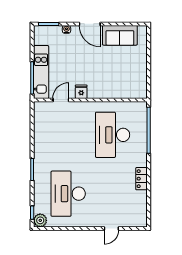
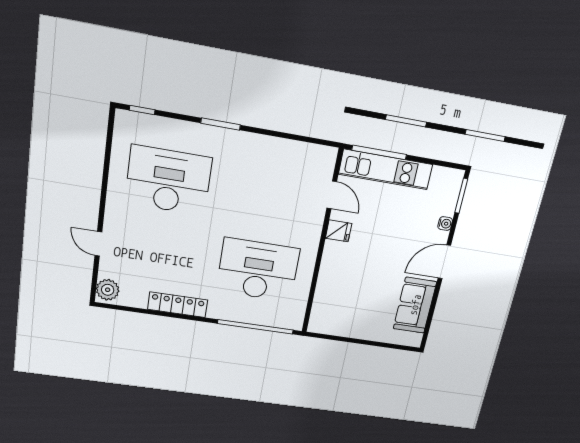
locker: (142, 179) -> (178, 305), width x1.53
plant: (40, 220) -> (108, 290), moved

